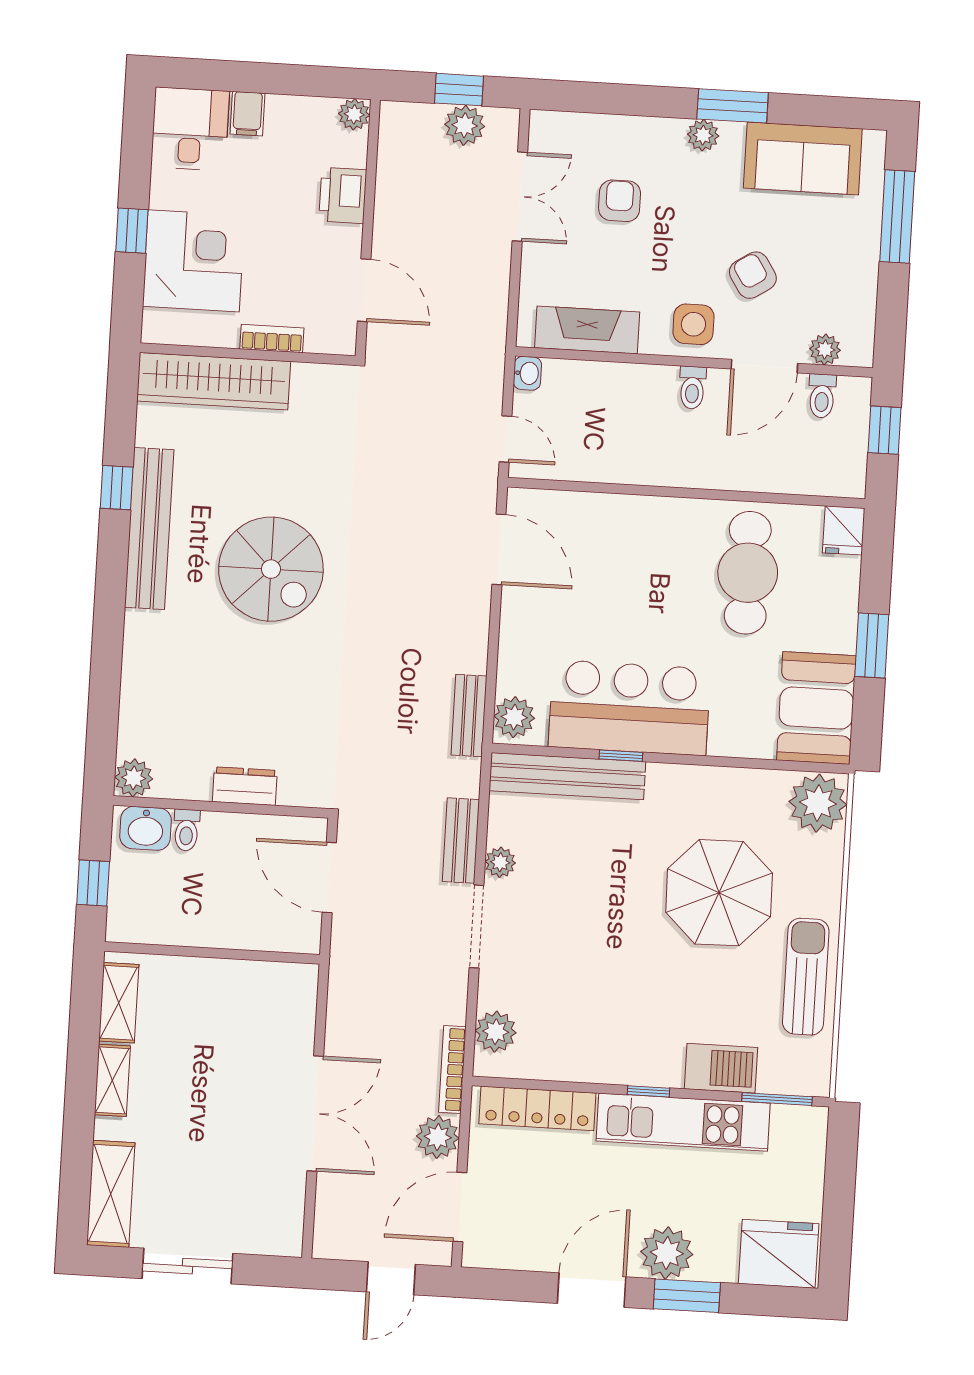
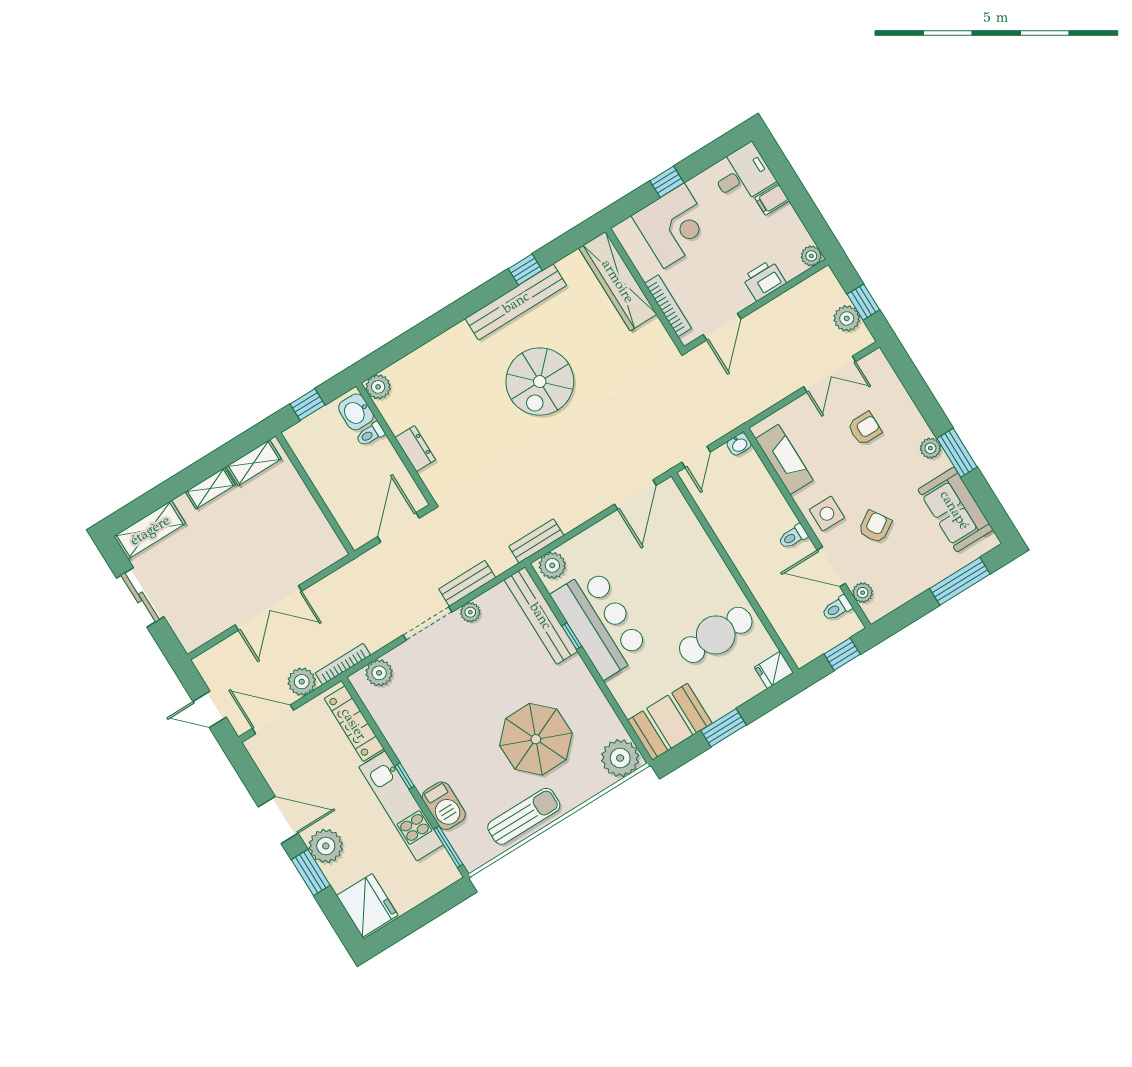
bookcase: (272, 339) -> (668, 306), width x1.56

